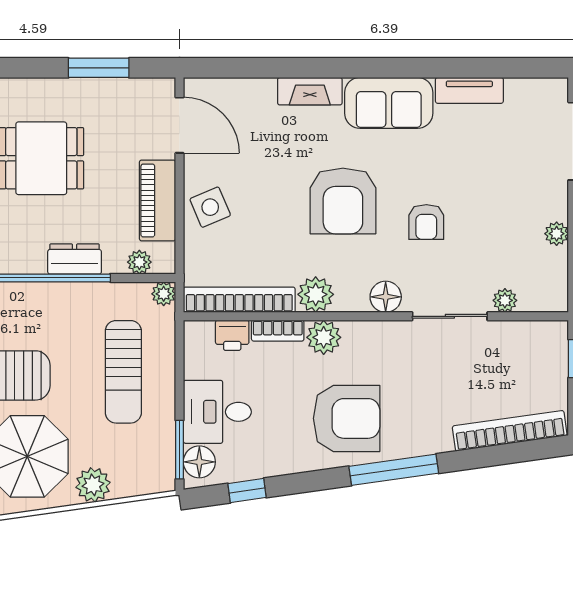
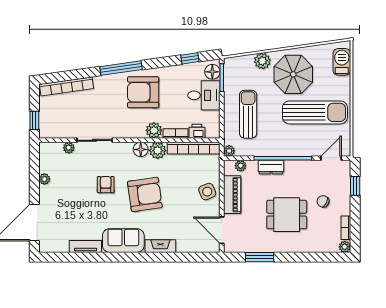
armchair: (343, 201) -> (145, 194), turned 82
floor lamp: (386, 297) -> (141, 149), moved

